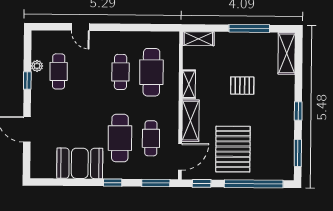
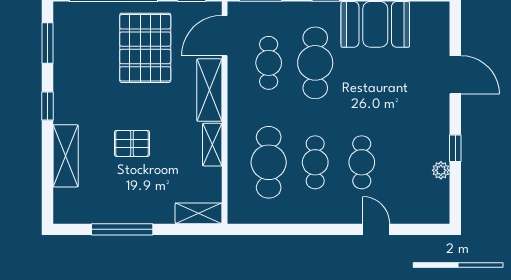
shelving: (287, 53) -> (66, 156), moved
cafe table: (59, 71) -> (362, 162), moved

